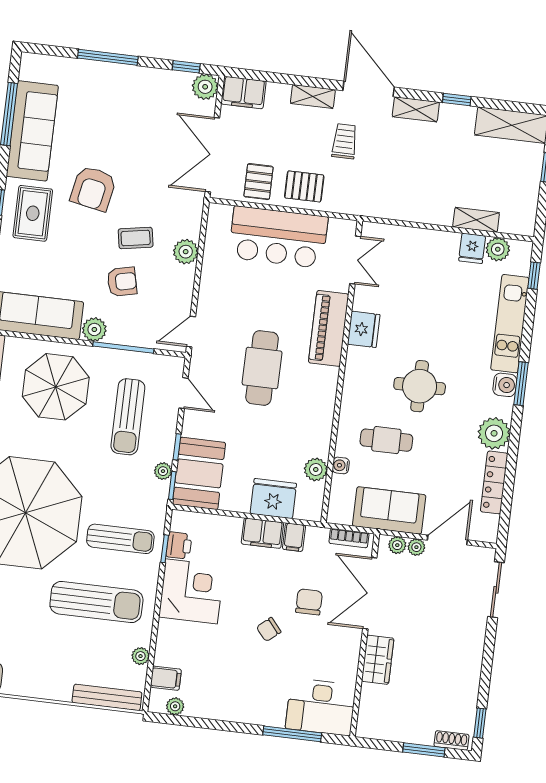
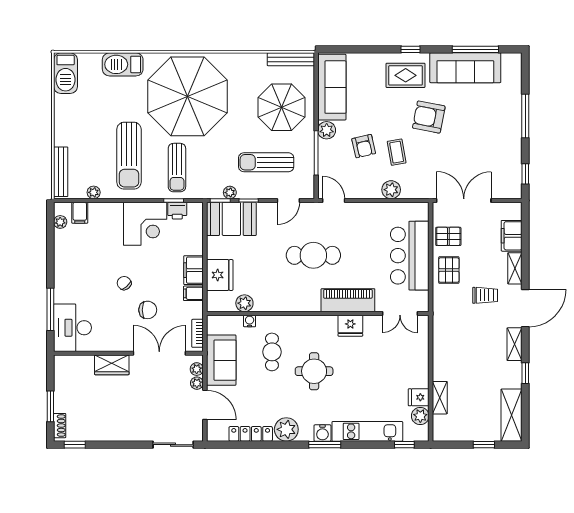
plant: (205, 87) -> (512, 189), removed
filing cabinet: (243, 93) -> (512, 236), moved

